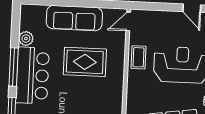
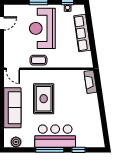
plant: (26, 39) -> (16, 142), moved

